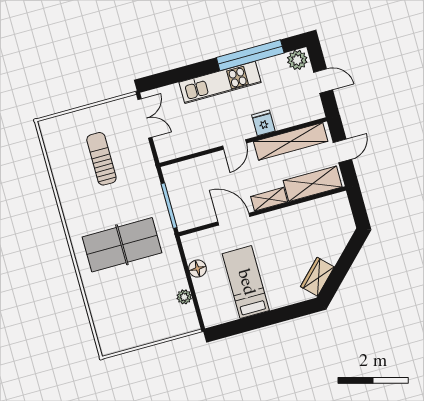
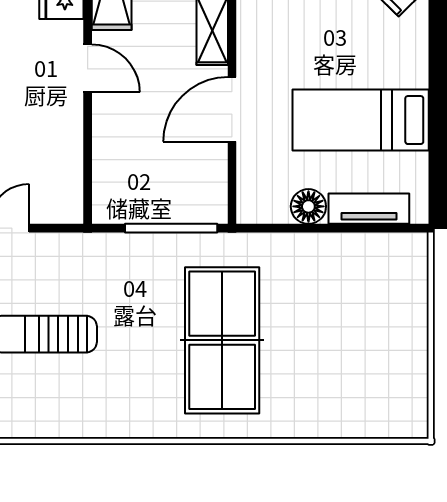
plant: (184, 297) -> (356, 247), removed
tv unit: (204, 298) -> (369, 209), added

